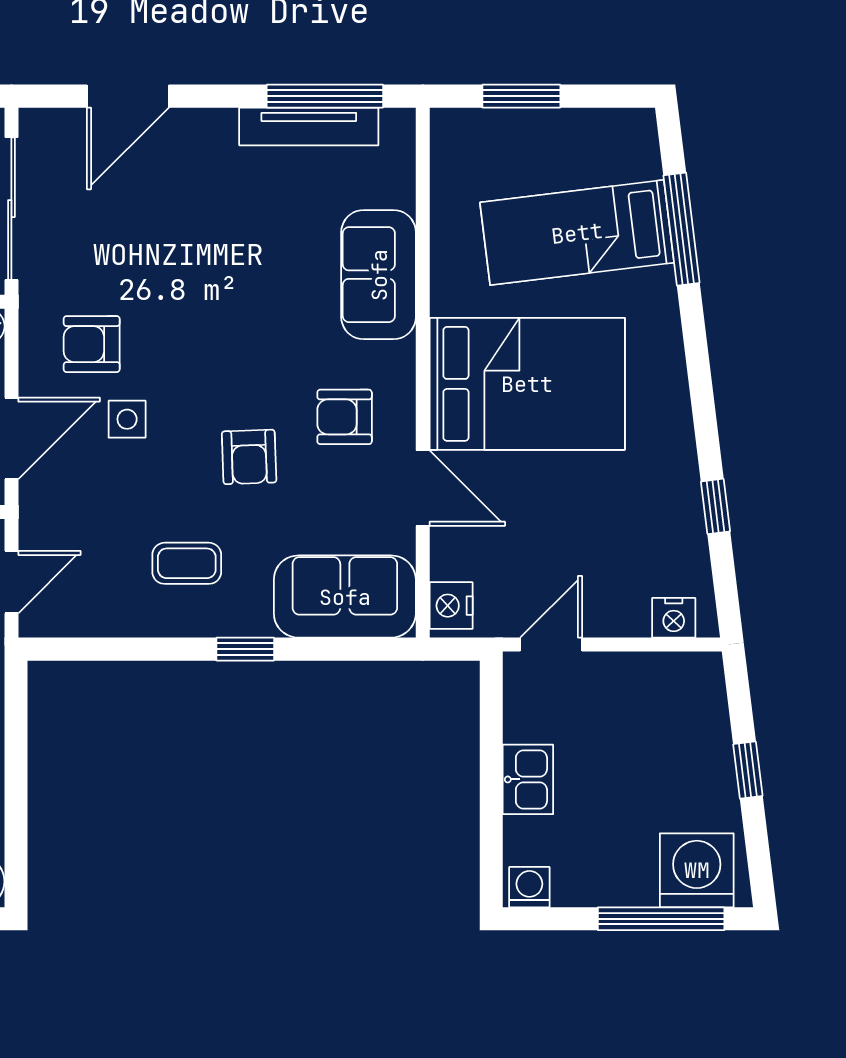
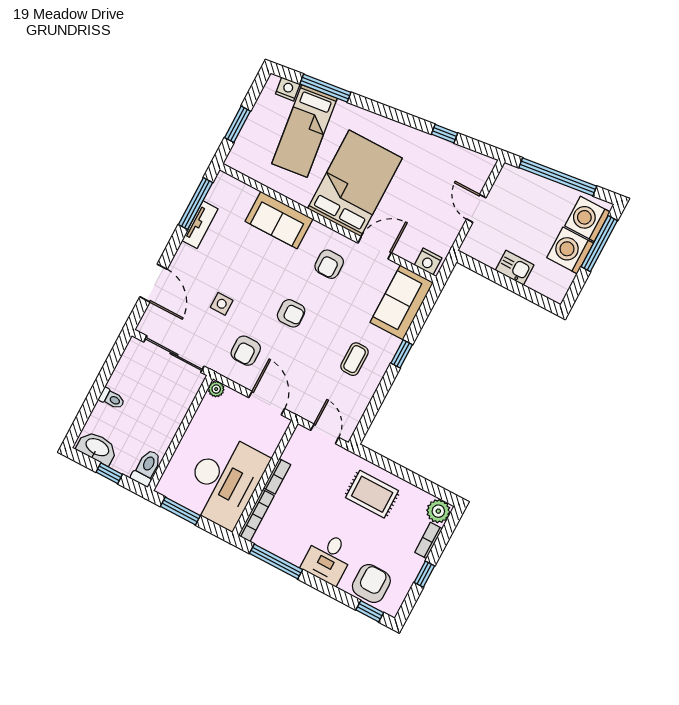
tv unit: (309, 126) -> (200, 225), width x0.71
side table: (127, 419) -> (222, 304), moved
armchair: (249, 457) -> (291, 313), moved
nightstand: (674, 618) -> (288, 89), moved, turned -97
door: (551, 645) -> (476, 208), moved
window: (748, 770) -> (558, 177), width x3.17
washing machine: (529, 887) -> (570, 250), moved, width x1.89, depth x1.89

